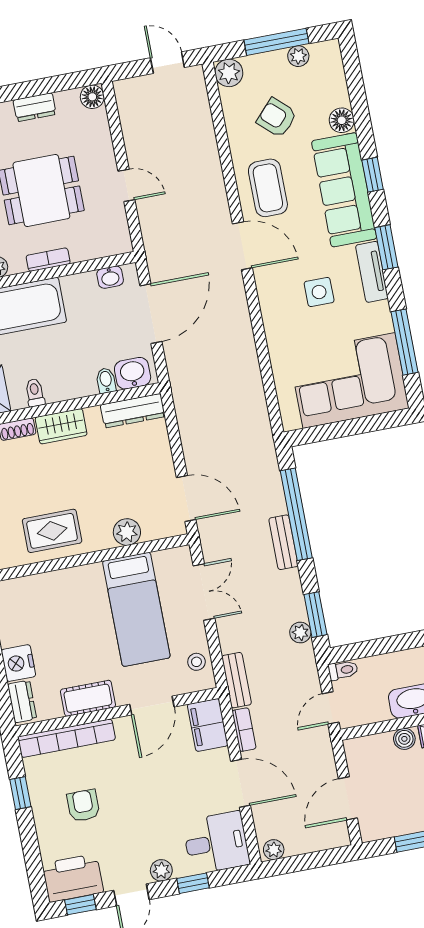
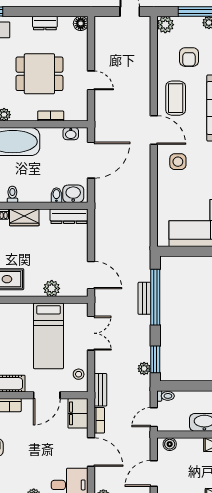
armchair: (277, 118) -> (189, 57), turned -133
bookcase: (48, 260) -> (51, 116), moved
side table: (319, 292) -> (178, 162), moved
bench: (283, 542) -> (144, 298), moved
boiler: (404, 739) -> (170, 444), moved

